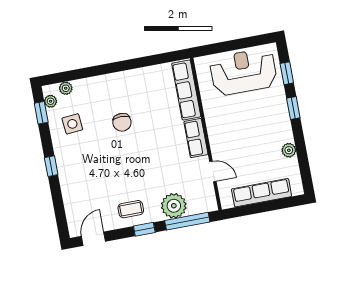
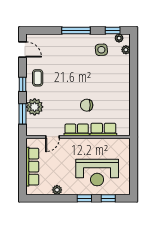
reception desk: (243, 72) -> (97, 173), moved, turned 90
row of seats: (186, 90) -> (103, 129), width x0.68
chair: (122, 122) -> (87, 105), moved
window: (51, 166) -> (76, 30), width x2.17
window: (187, 221) -> (23, 114), width x0.69

